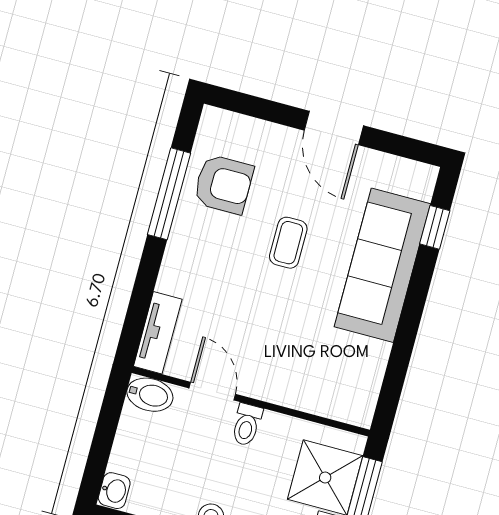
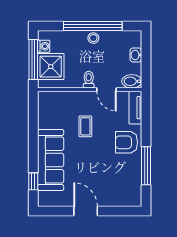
armchair: (223, 184) -> (127, 142), moved
coffee table: (288, 243) -> (85, 126), moved
washbasin: (114, 491) -> (136, 55), moved

